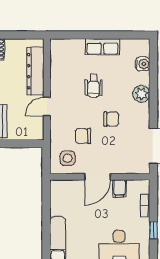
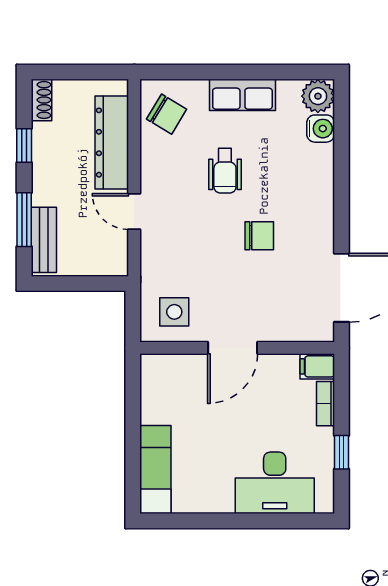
plant: (141, 94) -> (318, 96), moved
door: (47, 107) -> (134, 212), hinge flipped
chair: (83, 136) -> (167, 114), moved, turned -149
filing cabinet: (119, 188) -> (317, 366), moved, turned 90

